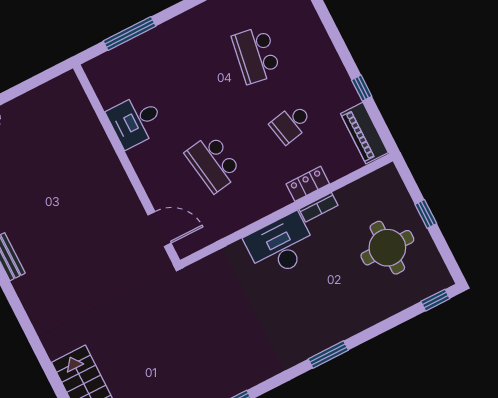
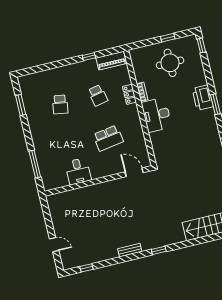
school desk: (256, 55) -> (60, 104), width x0.54
window: (426, 214) -> (168, 38), moved
door: (160, 229) -> (134, 172), hinge flipped
window: (20, 313) -> (159, 250), added
printer: (335, 327) -> (203, 98), added

